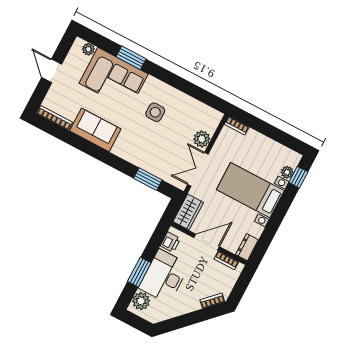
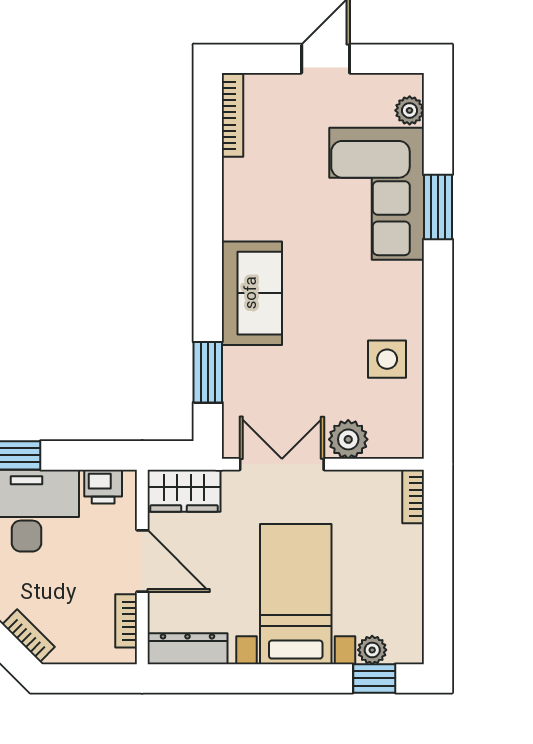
side table: (155, 112) -> (387, 359), moved
sofa: (95, 130) -> (252, 293), moved
dresser: (247, 247) -> (187, 649), width x1.44

